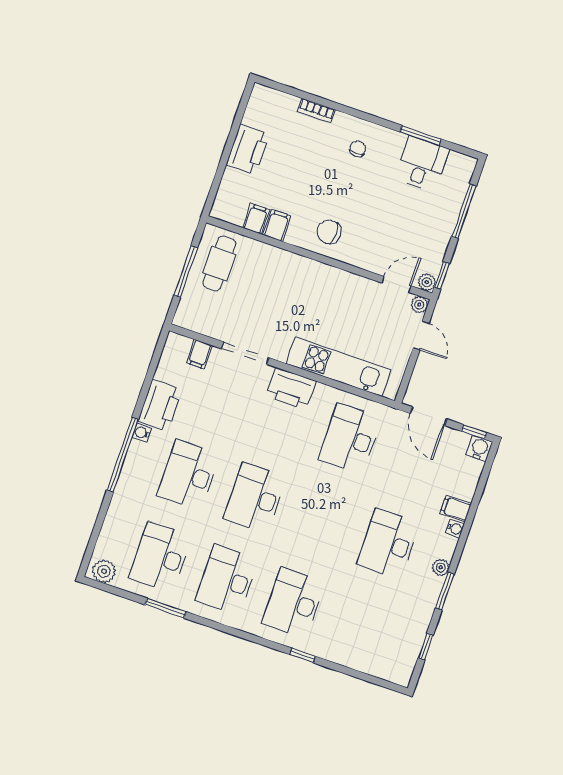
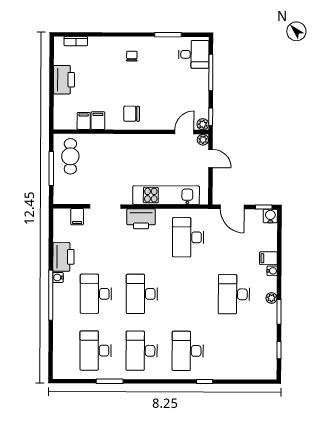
bookcase: (316, 111) -> (76, 41), moved
desk: (422, 164) -> (194, 54), moved, turned 90
plant: (104, 571) -> (64, 371), removed

